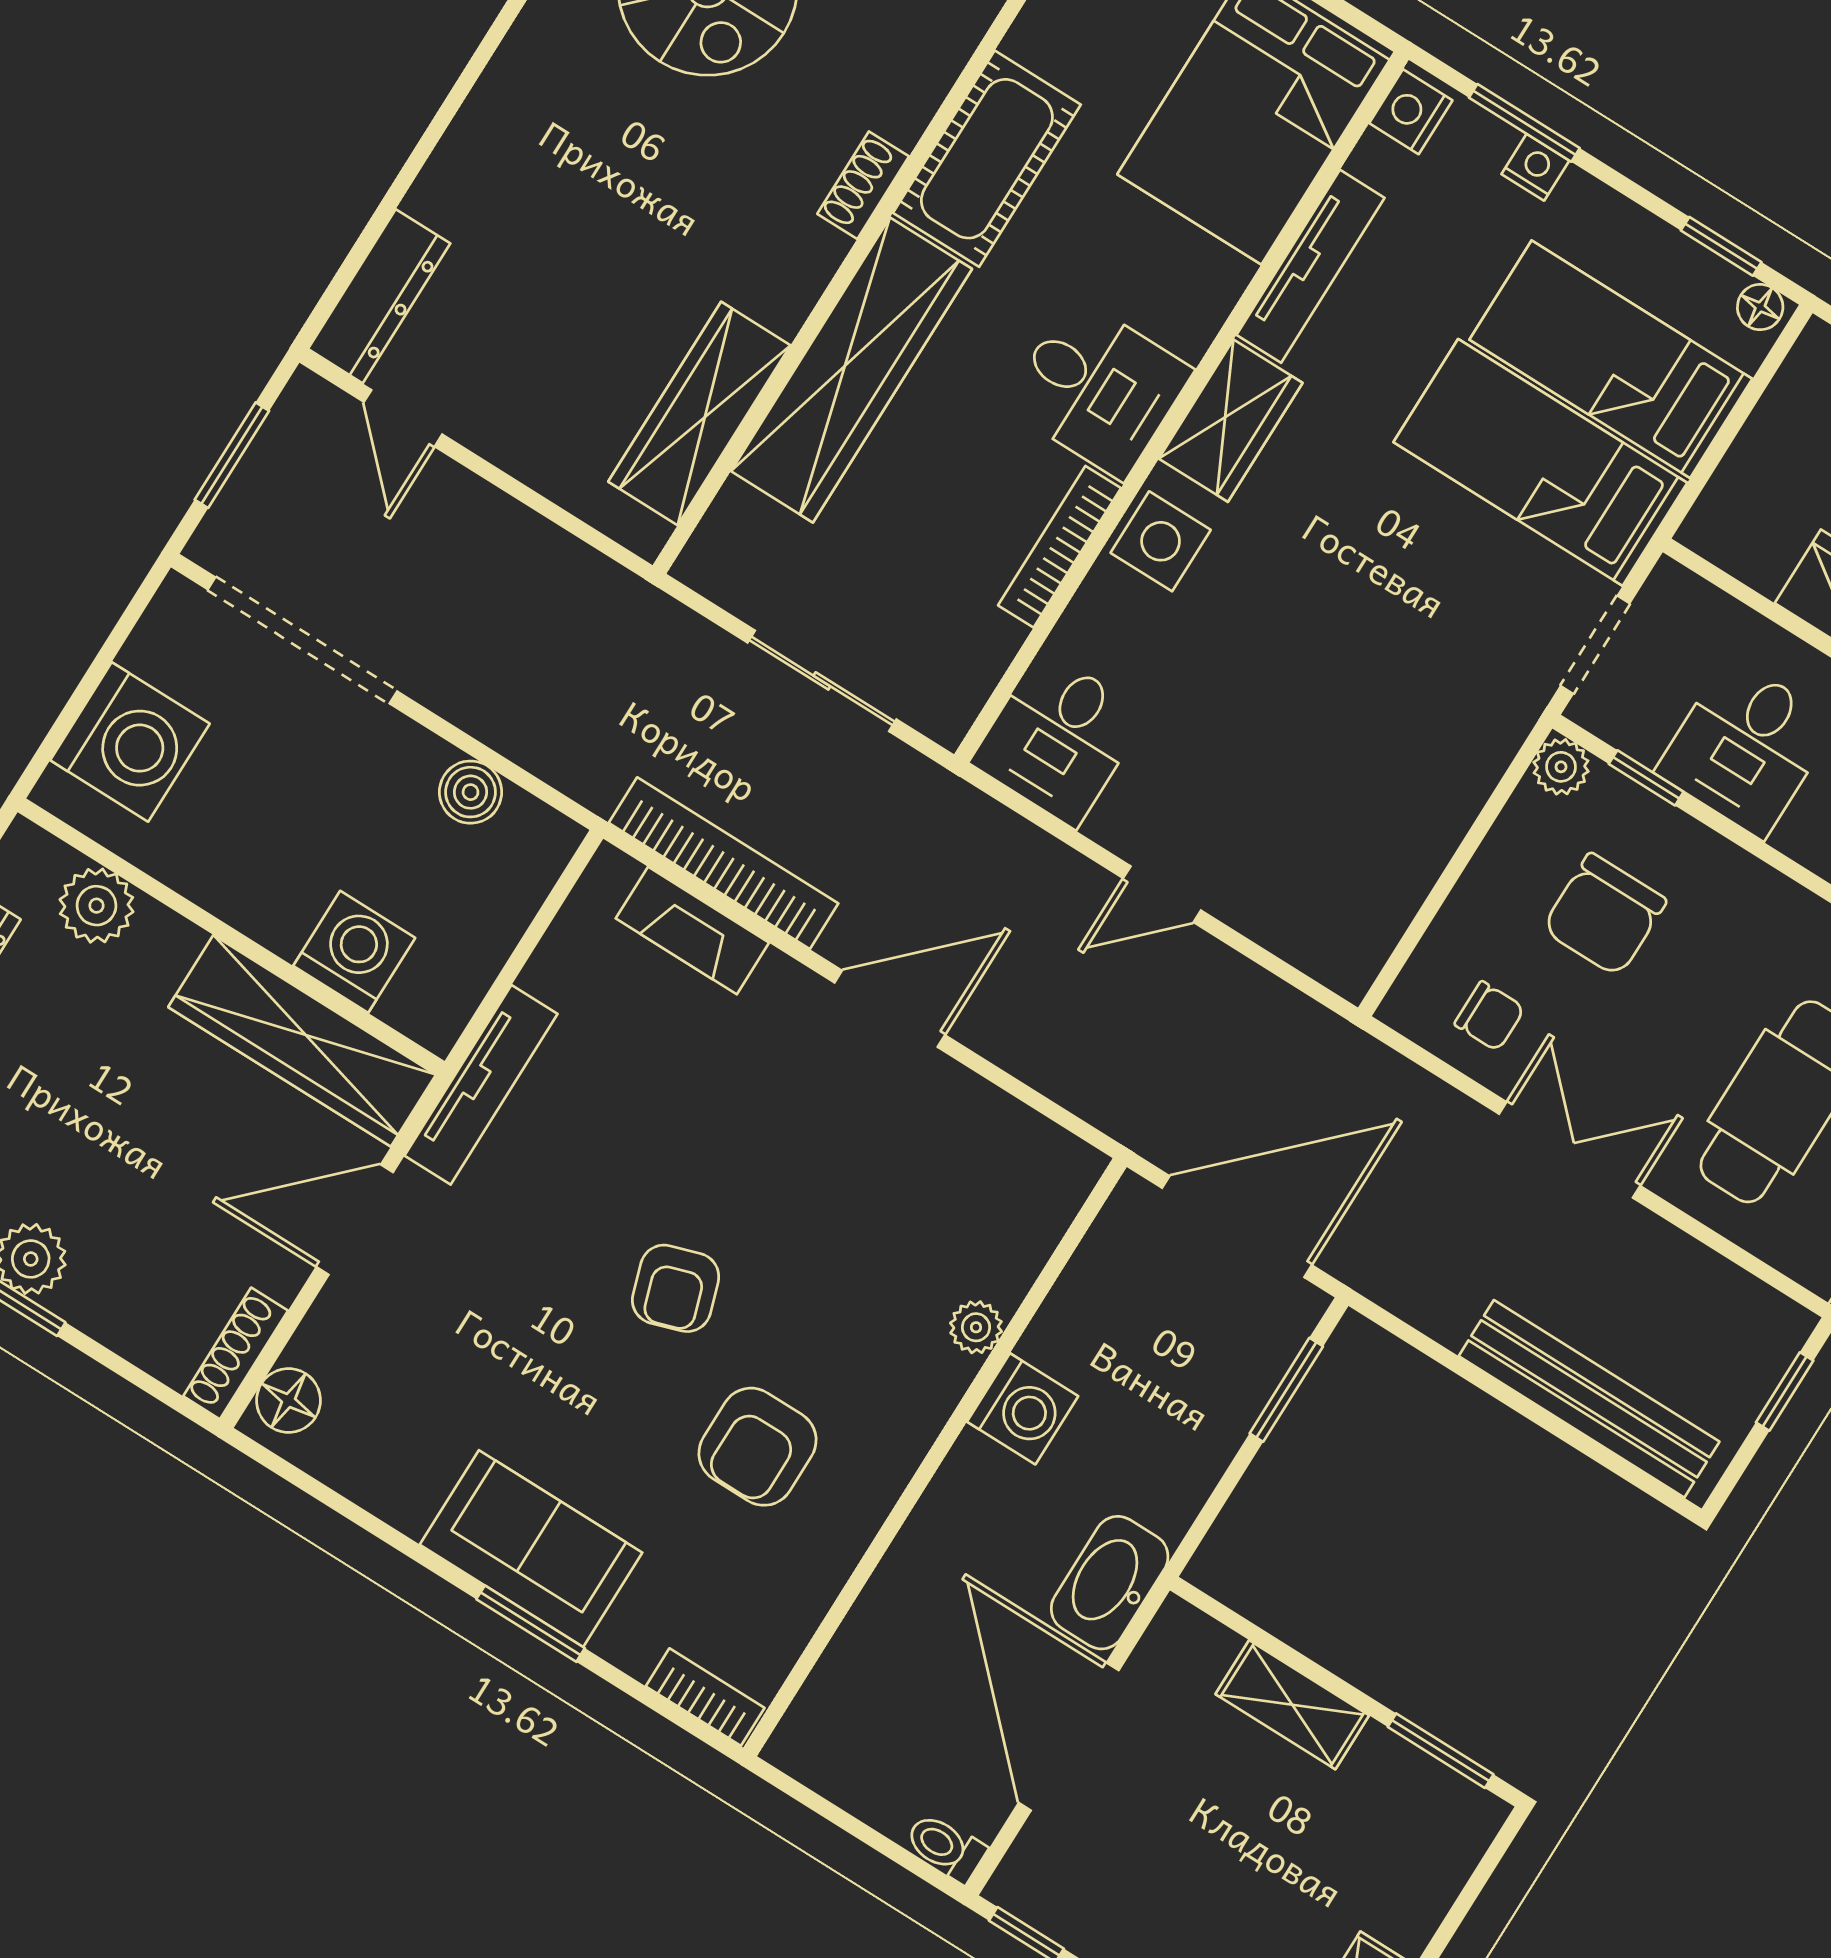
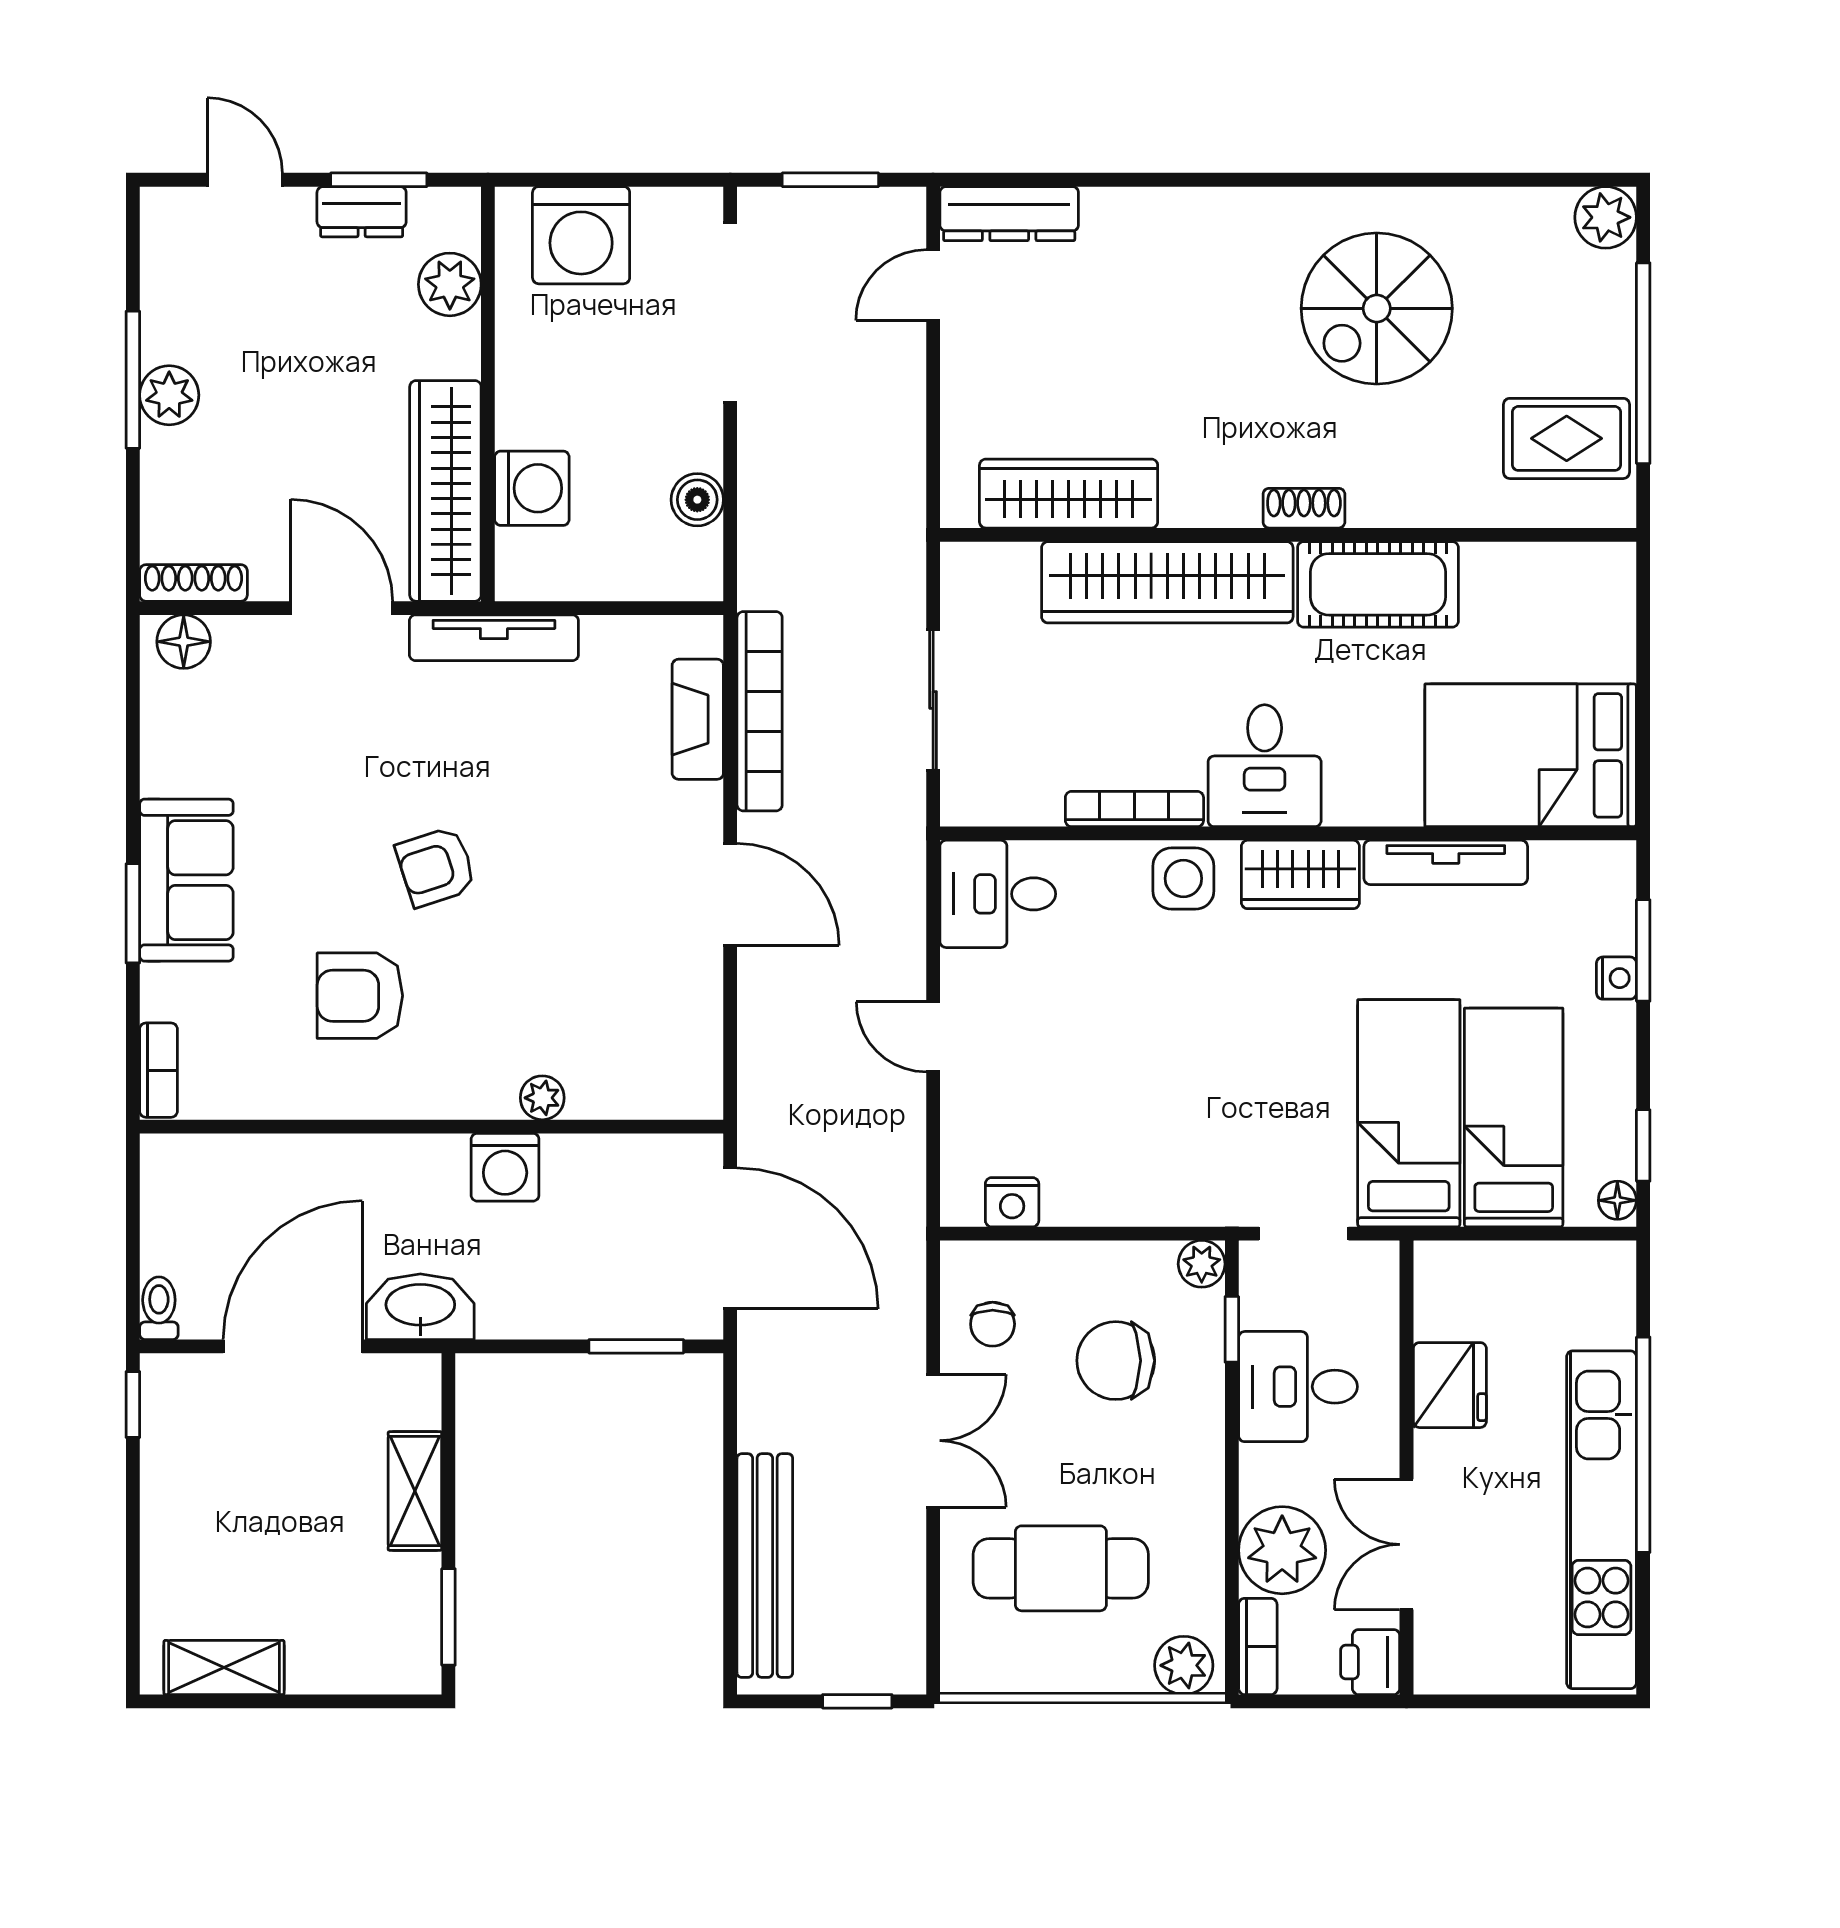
nightstand: (1411, 112) -> (1012, 1202), moved, turned 180

